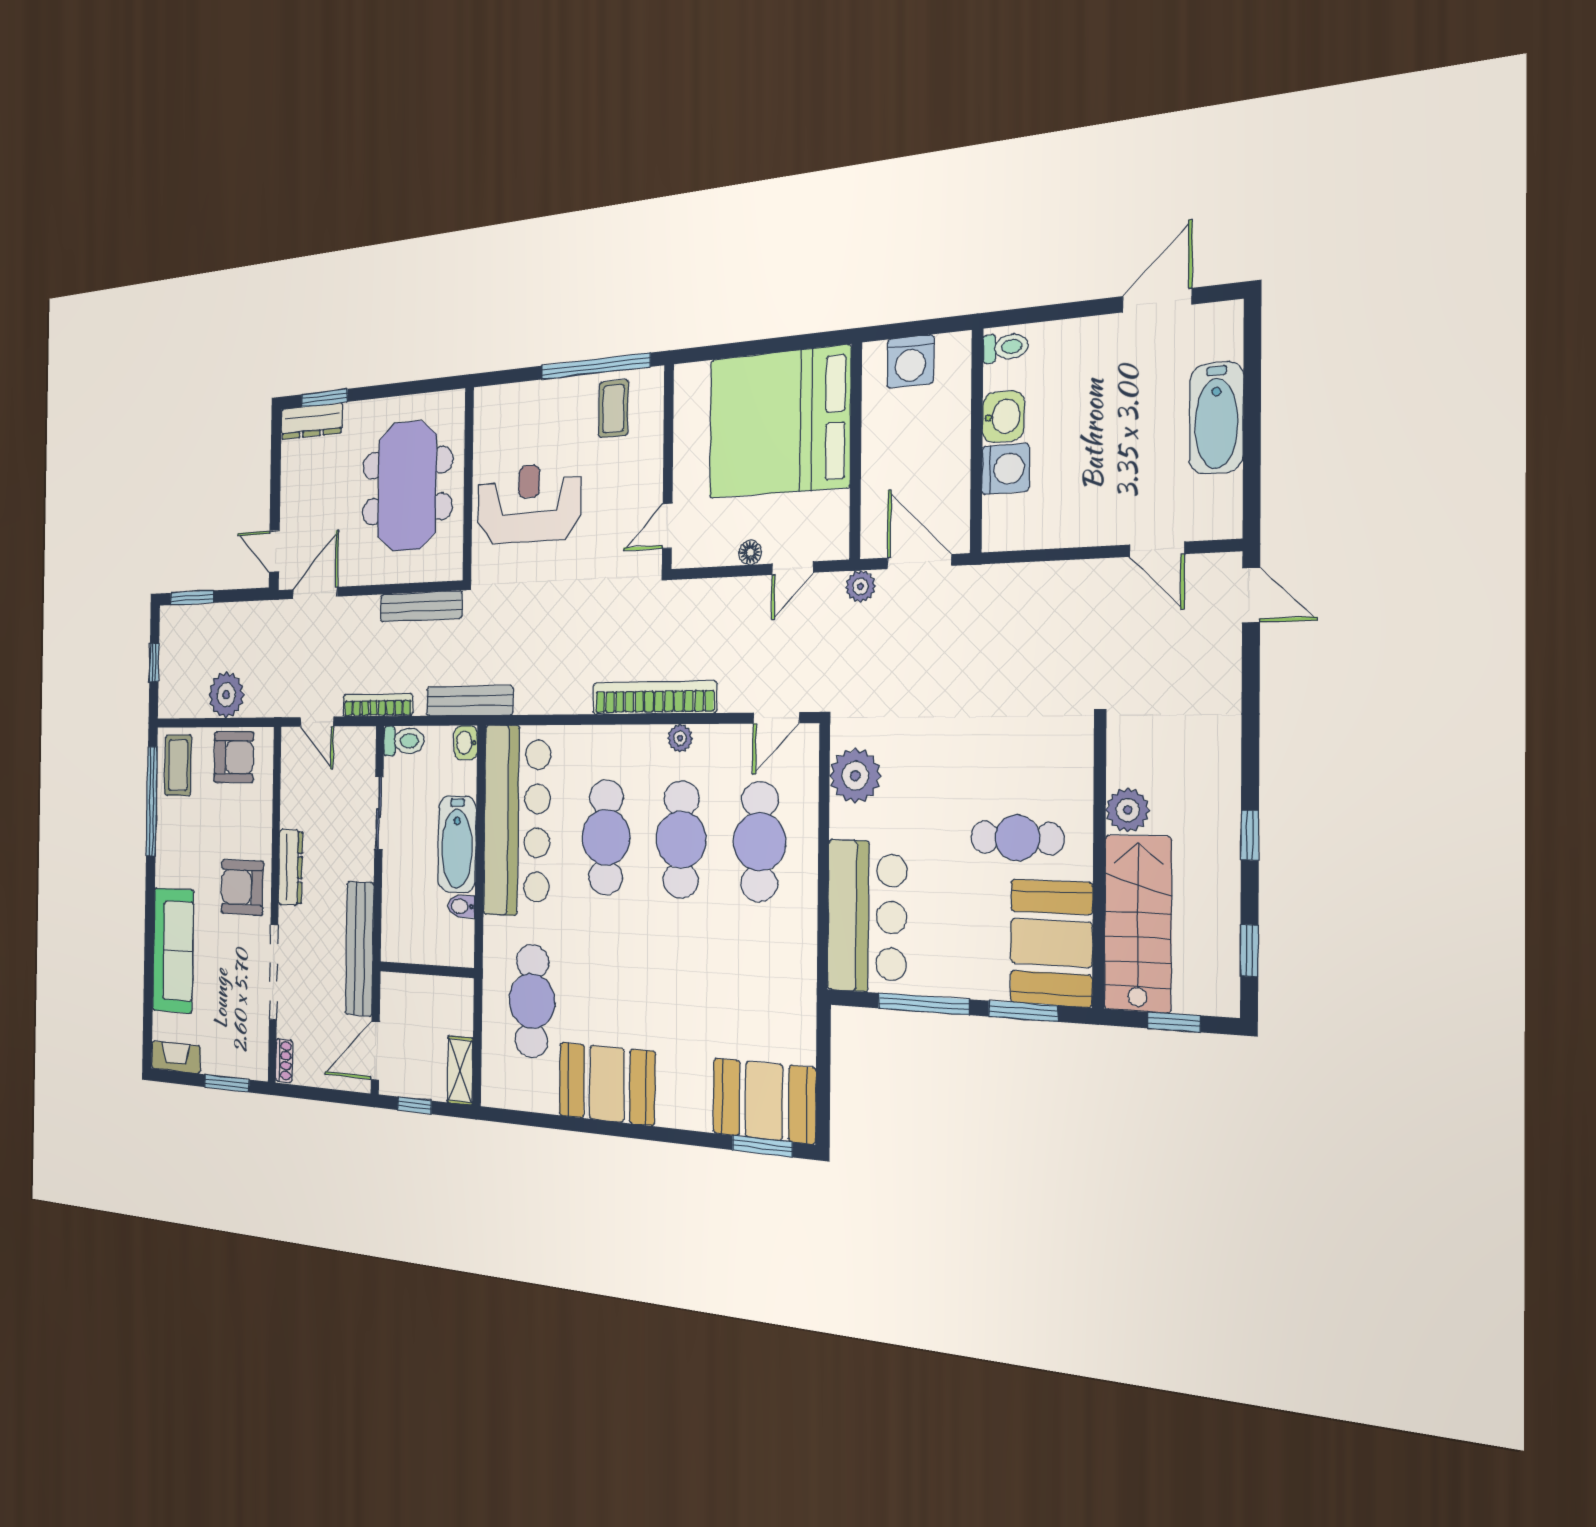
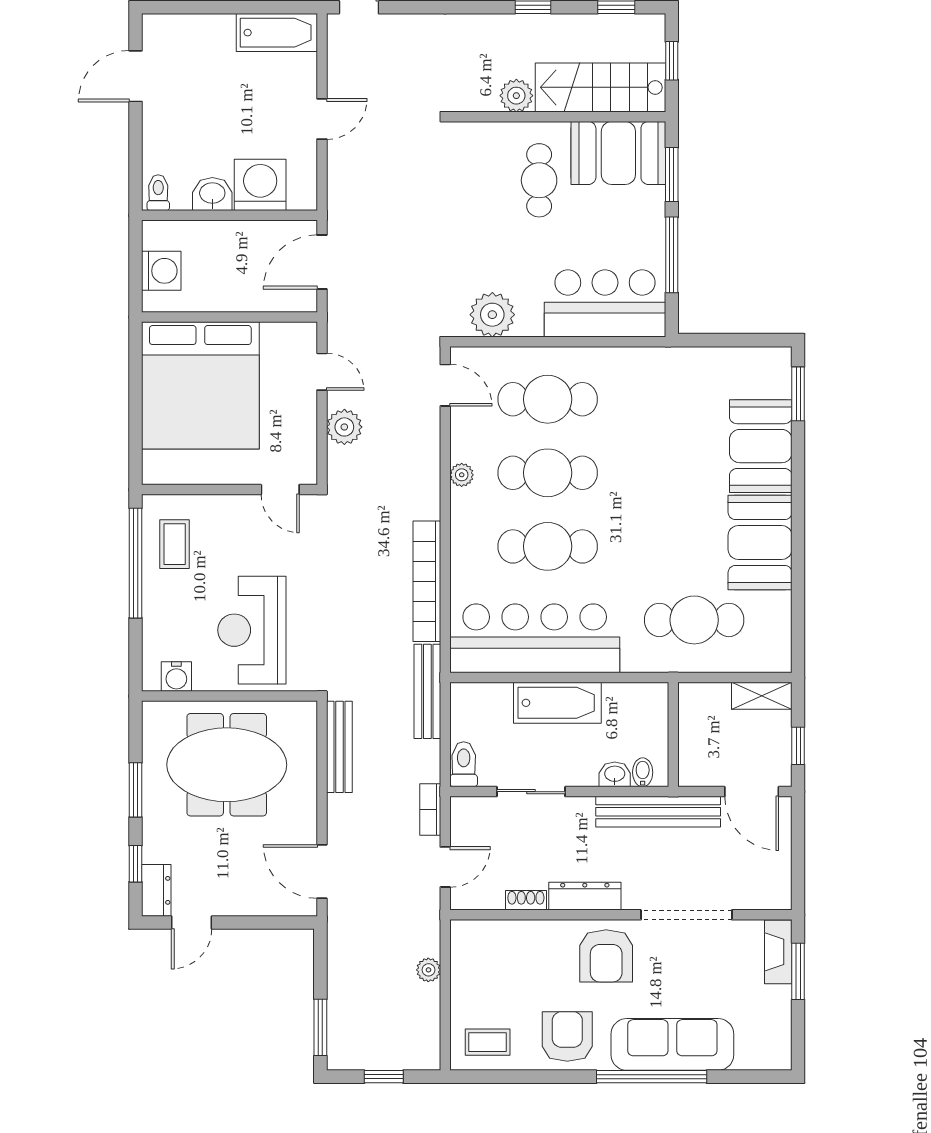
door: (1157, 300) -> (136, 76), hinge flipped
window: (387, 391) -> (136, 790), added
window: (324, 398) -> (136, 864), width x0.67
coffee table: (614, 409) -> (175, 544), turned 90
bathtub: (1216, 418) -> (277, 33), moved
dresser: (312, 421) -> (156, 890), width x0.70
water cooler: (487, 424) -> (176, 676), added
washing machine: (1005, 469) -> (260, 185), width x1.37, depth x1.37
door: (1157, 549) -> (322, 119), moved
door: (274, 551) -> (192, 923), moved
floor lamp: (750, 553) -> (307, 411), removed
plant: (860, 586) -> (344, 427), moved, width x1.38, depth x1.38
plant: (226, 695) -> (428, 970), width x0.53, depth x0.53
bookcase: (654, 698) -> (427, 581), moved
bookcase: (378, 705) -> (430, 809), width x0.64
washbasin: (466, 743) -> (615, 774), moved, turned 180
armchair: (234, 757) -> (567, 1036), moved
coffee table: (178, 765) -> (488, 1042), width x0.73, depth x0.77
window: (152, 801) -> (652, 1077), moved
bidet: (462, 906) -> (643, 772), moved, turned 180
fireplace: (176, 1057) -> (778, 952), moved
shoe rack: (284, 1060) -> (526, 900), moved
booth: (764, 1101) -> (761, 446), moved

